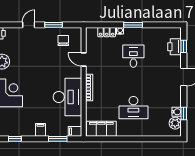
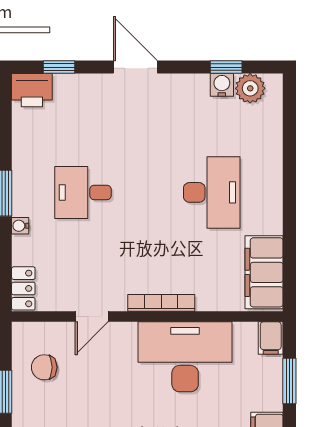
locker: (107, 32) -> (23, 288), moved
printer: (174, 47) -> (32, 90), moved

